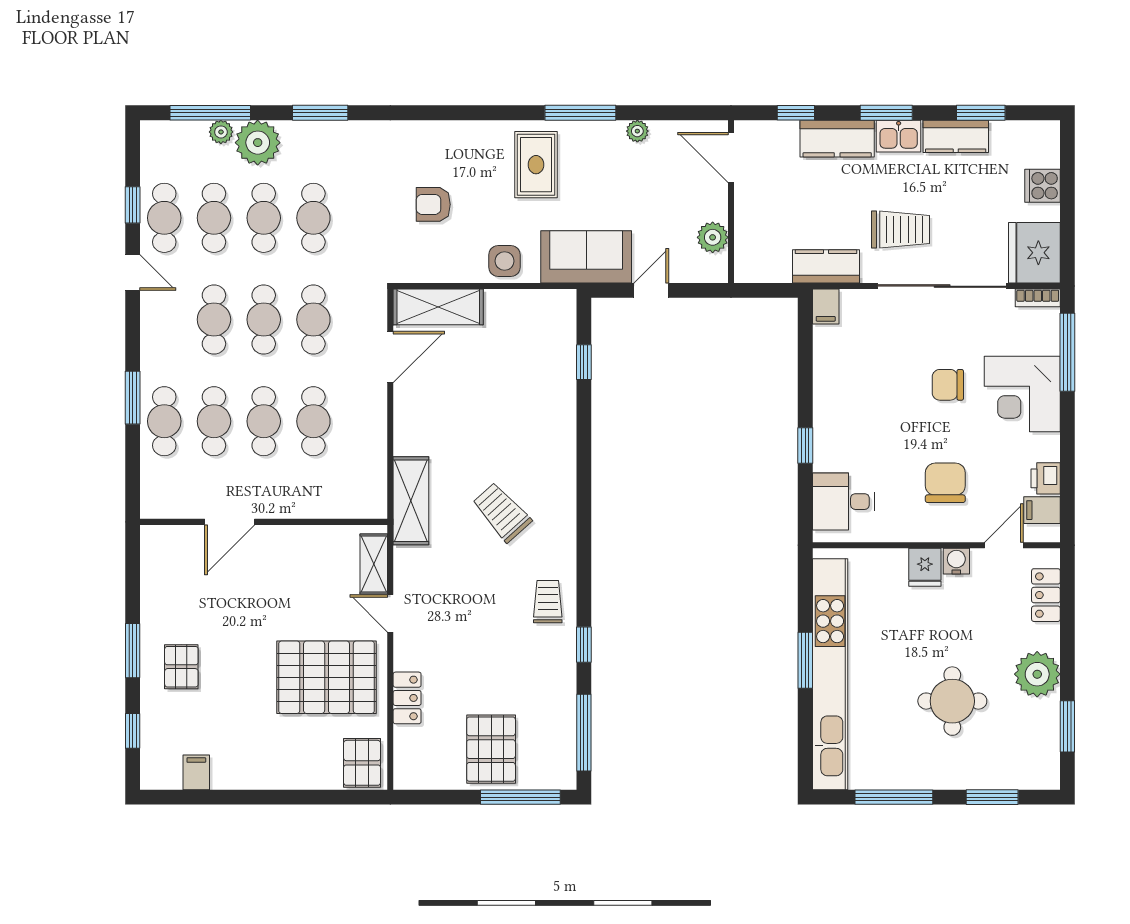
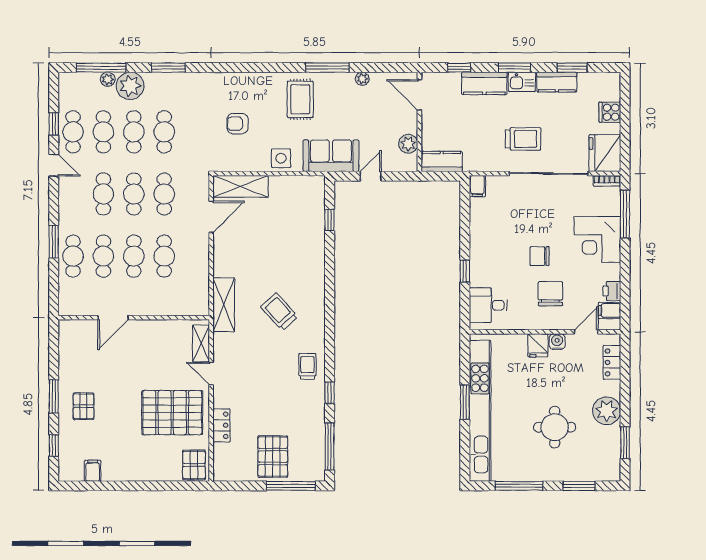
kitchen counter: (826, 266) -> (442, 162), moved
chair: (948, 385) -> (540, 256), moved

